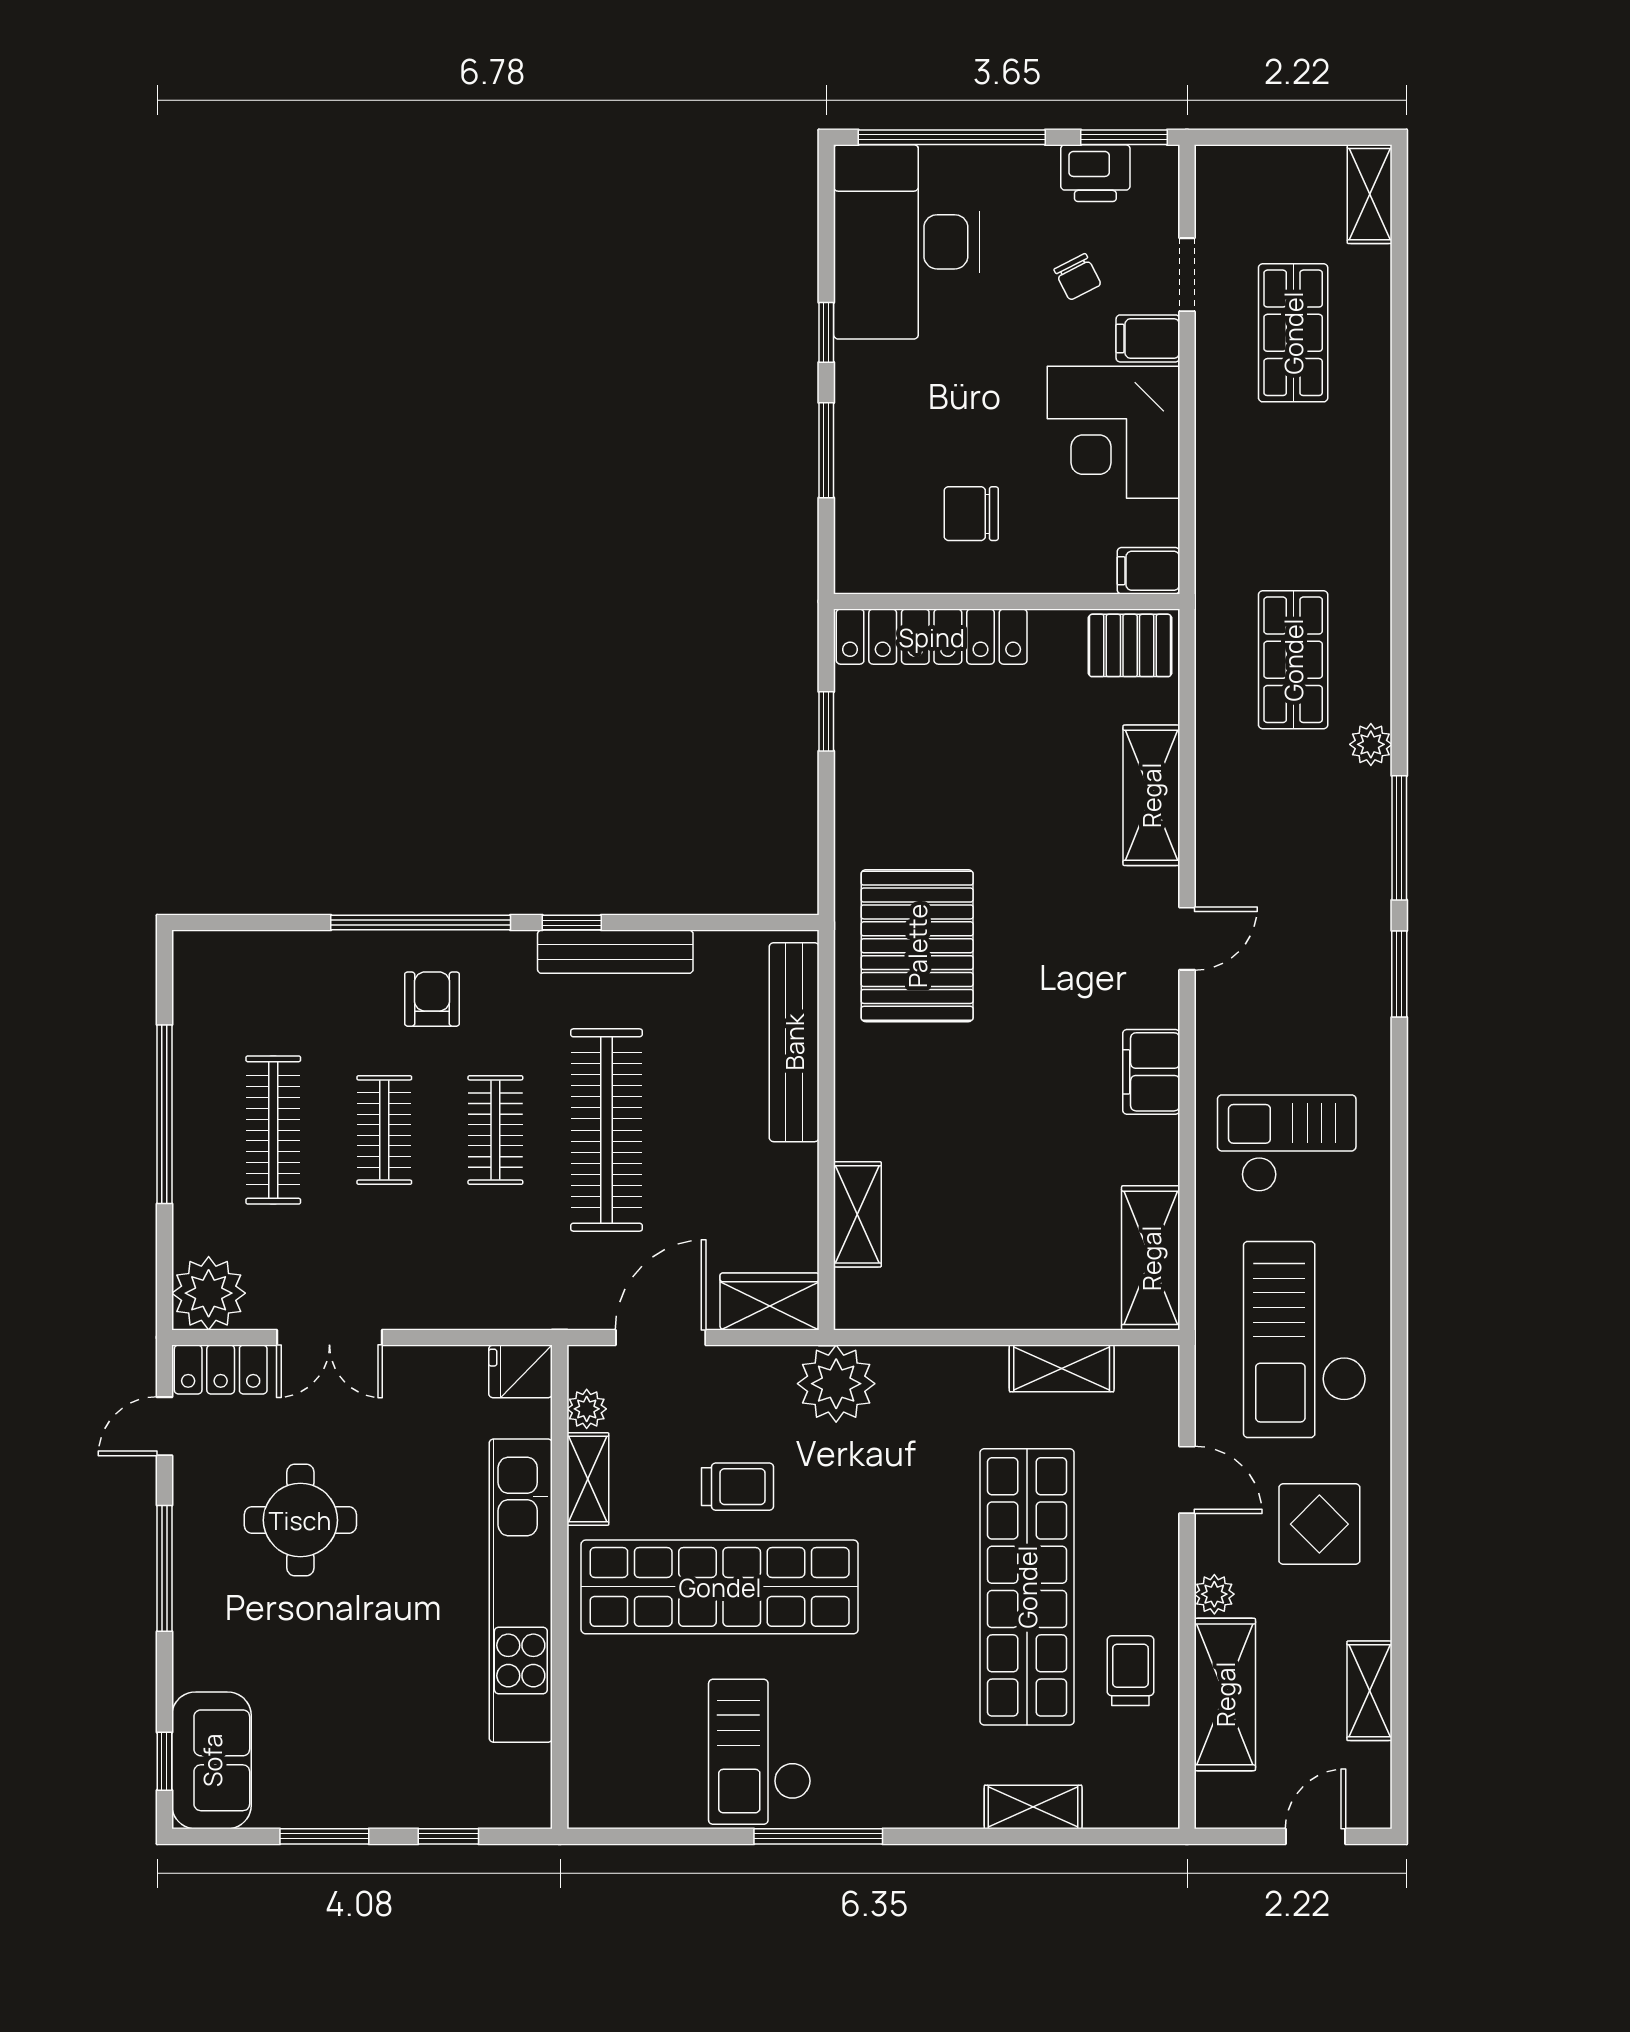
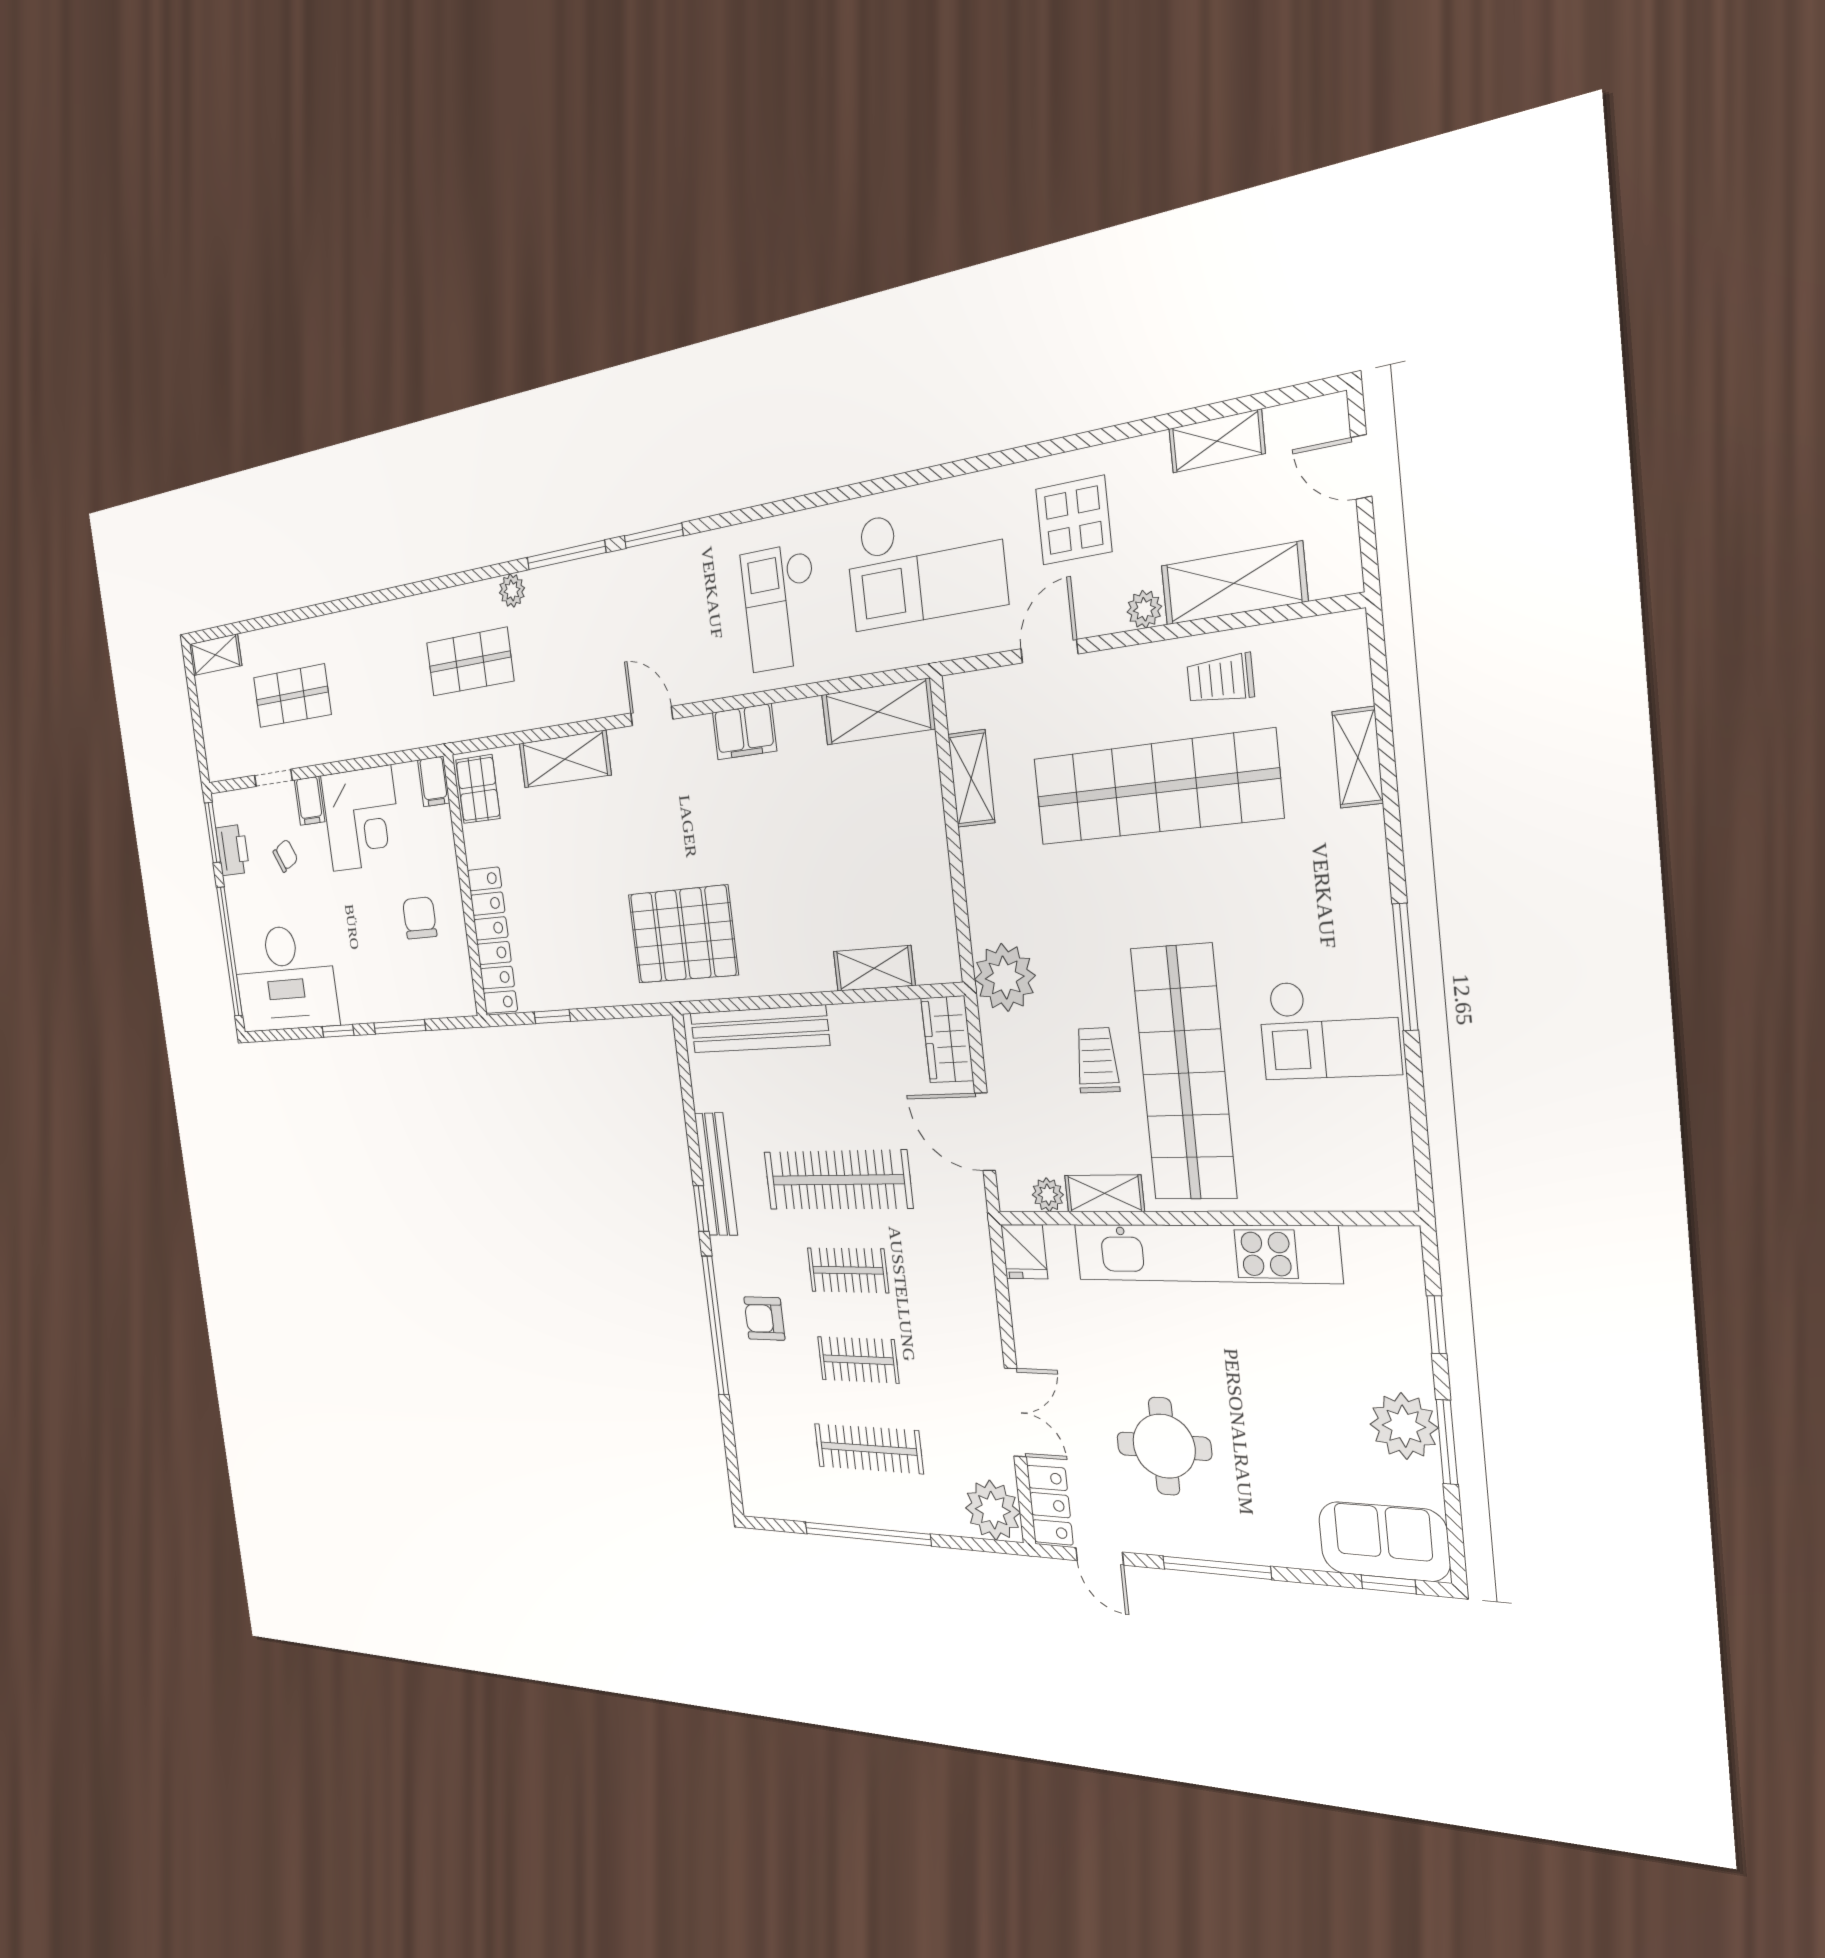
chair: (971, 514) -> (420, 918), turned 180
plant: (339, 1793) -> (1404, 1426), added

